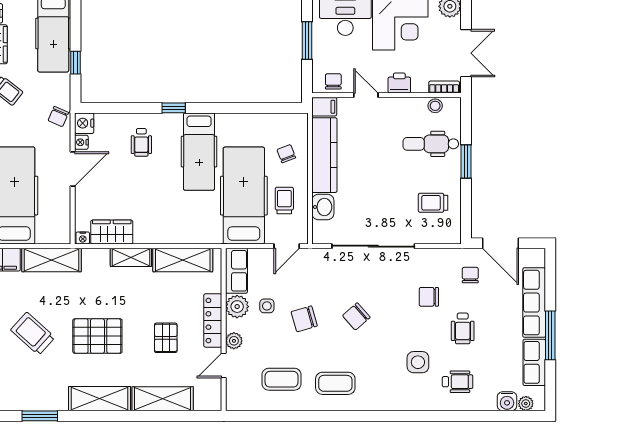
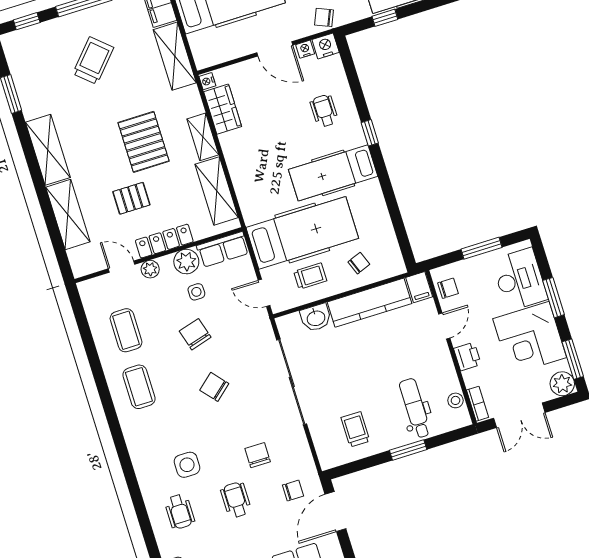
wheelchair: (141, 142) -> (324, 111), turned 90
wheelchair: (463, 328) -> (236, 500), turned 90
pallet: (97, 336) -> (144, 142), moved

